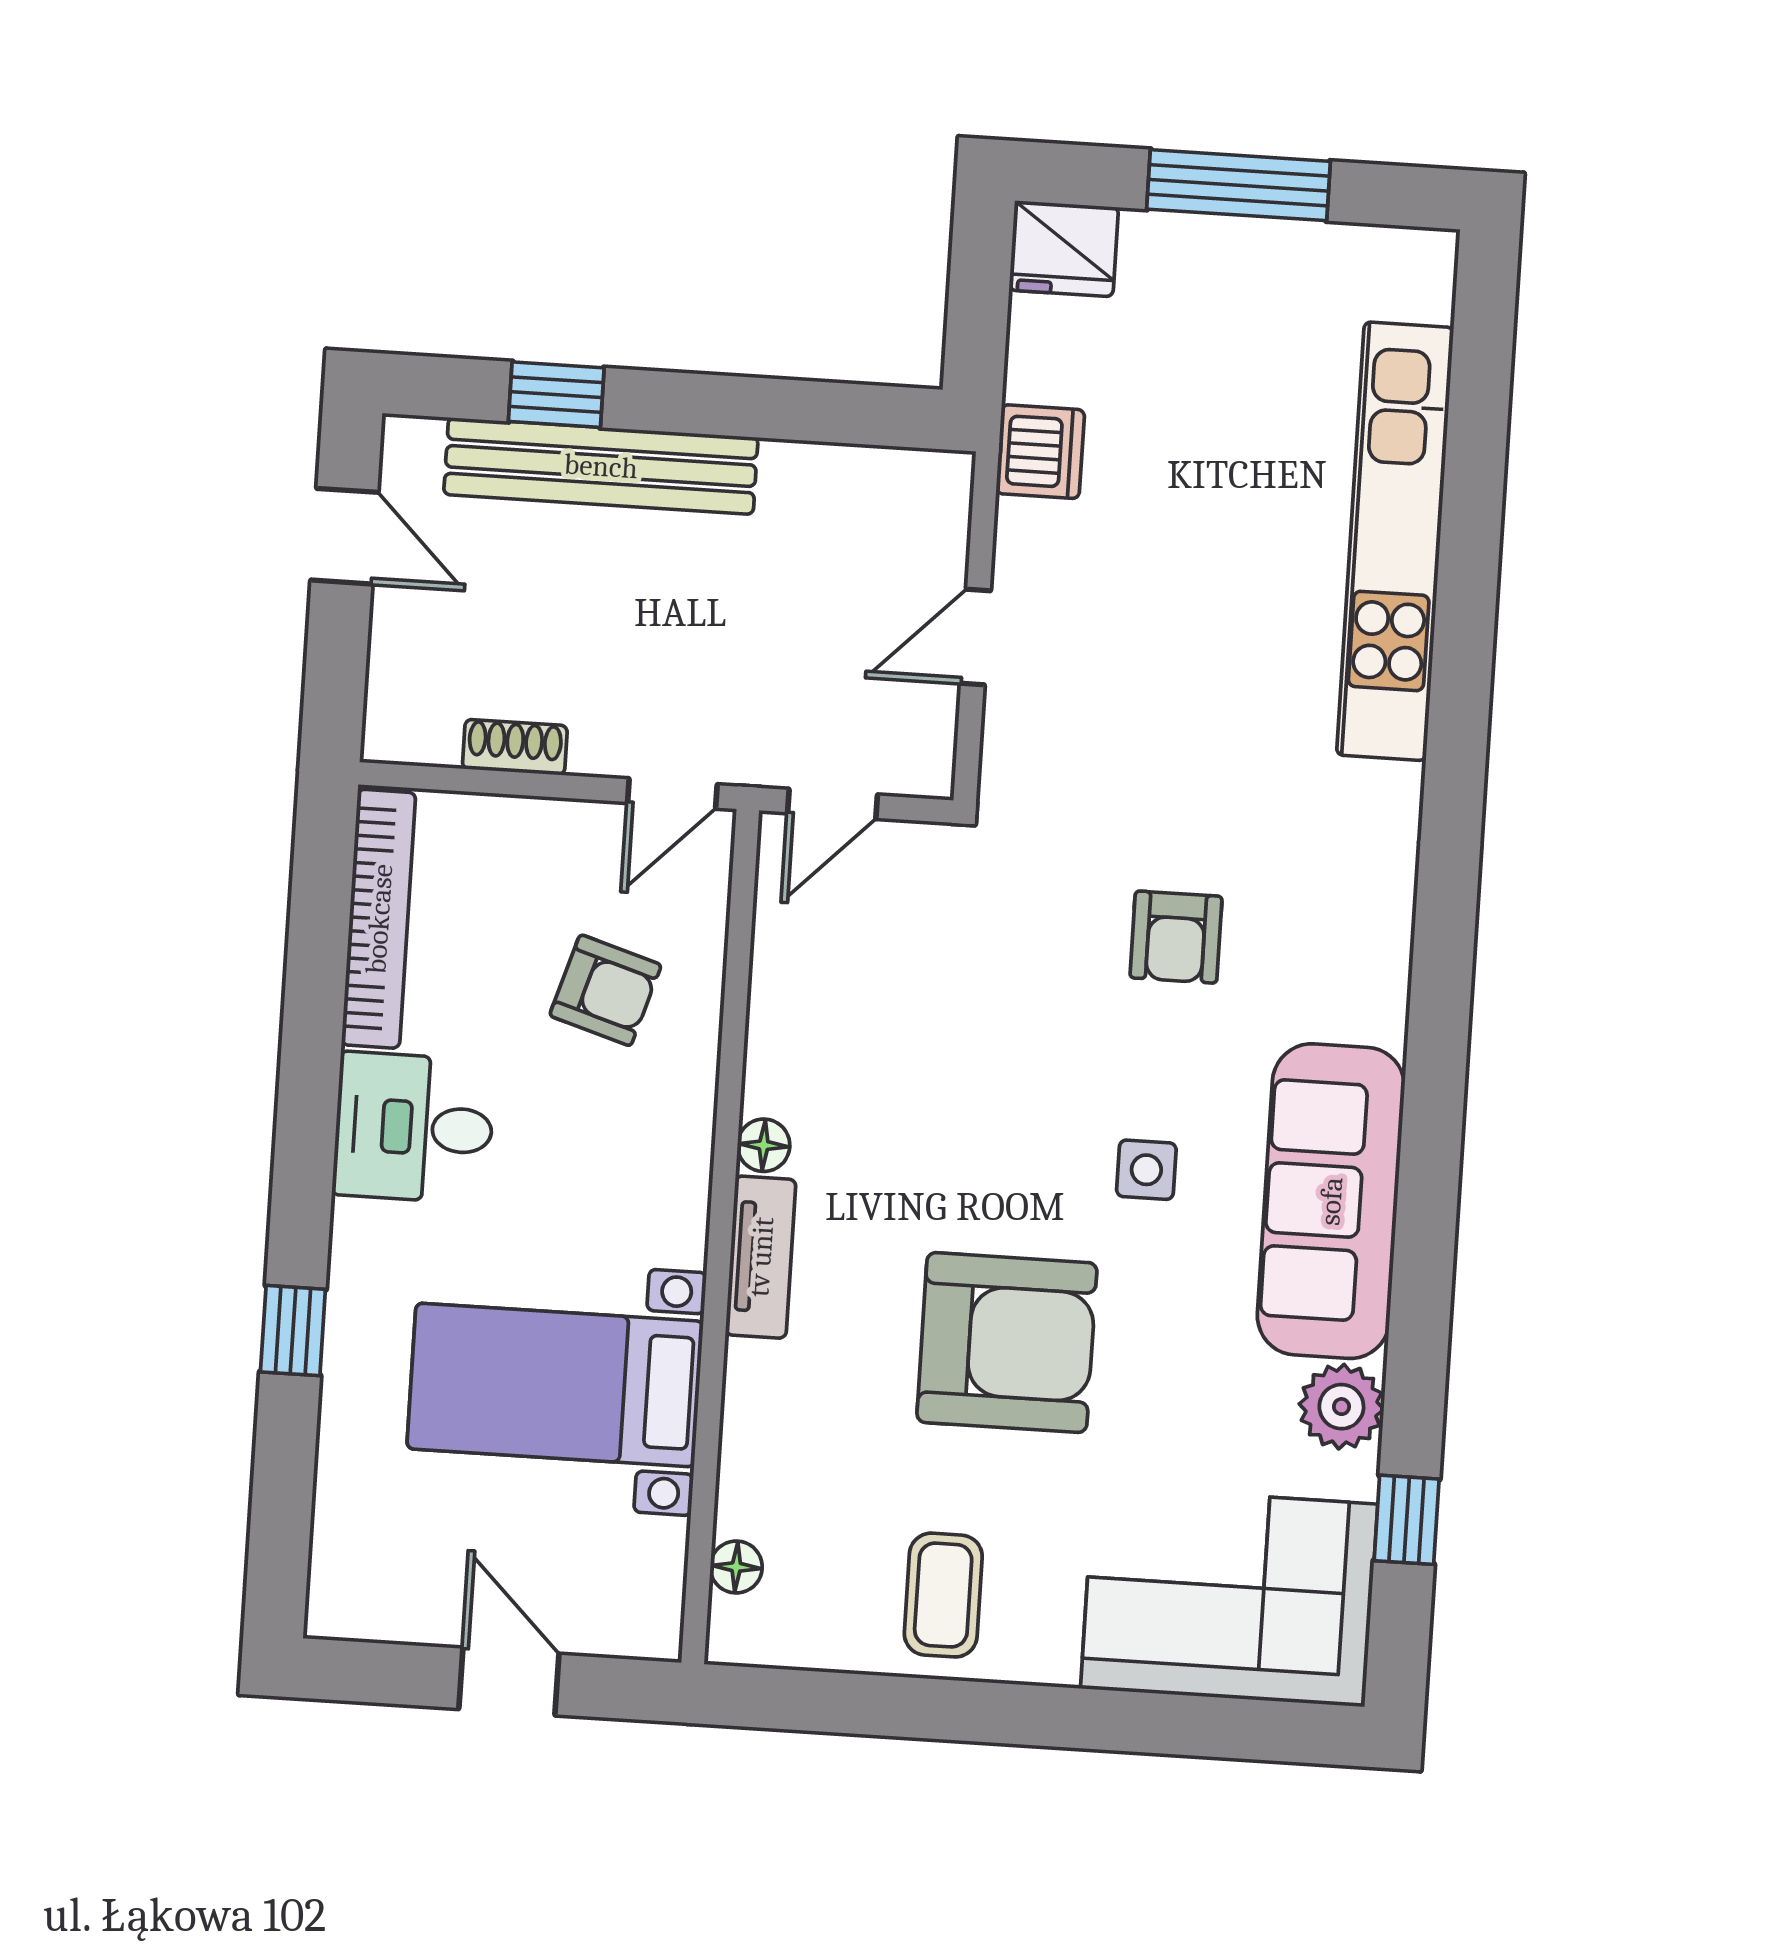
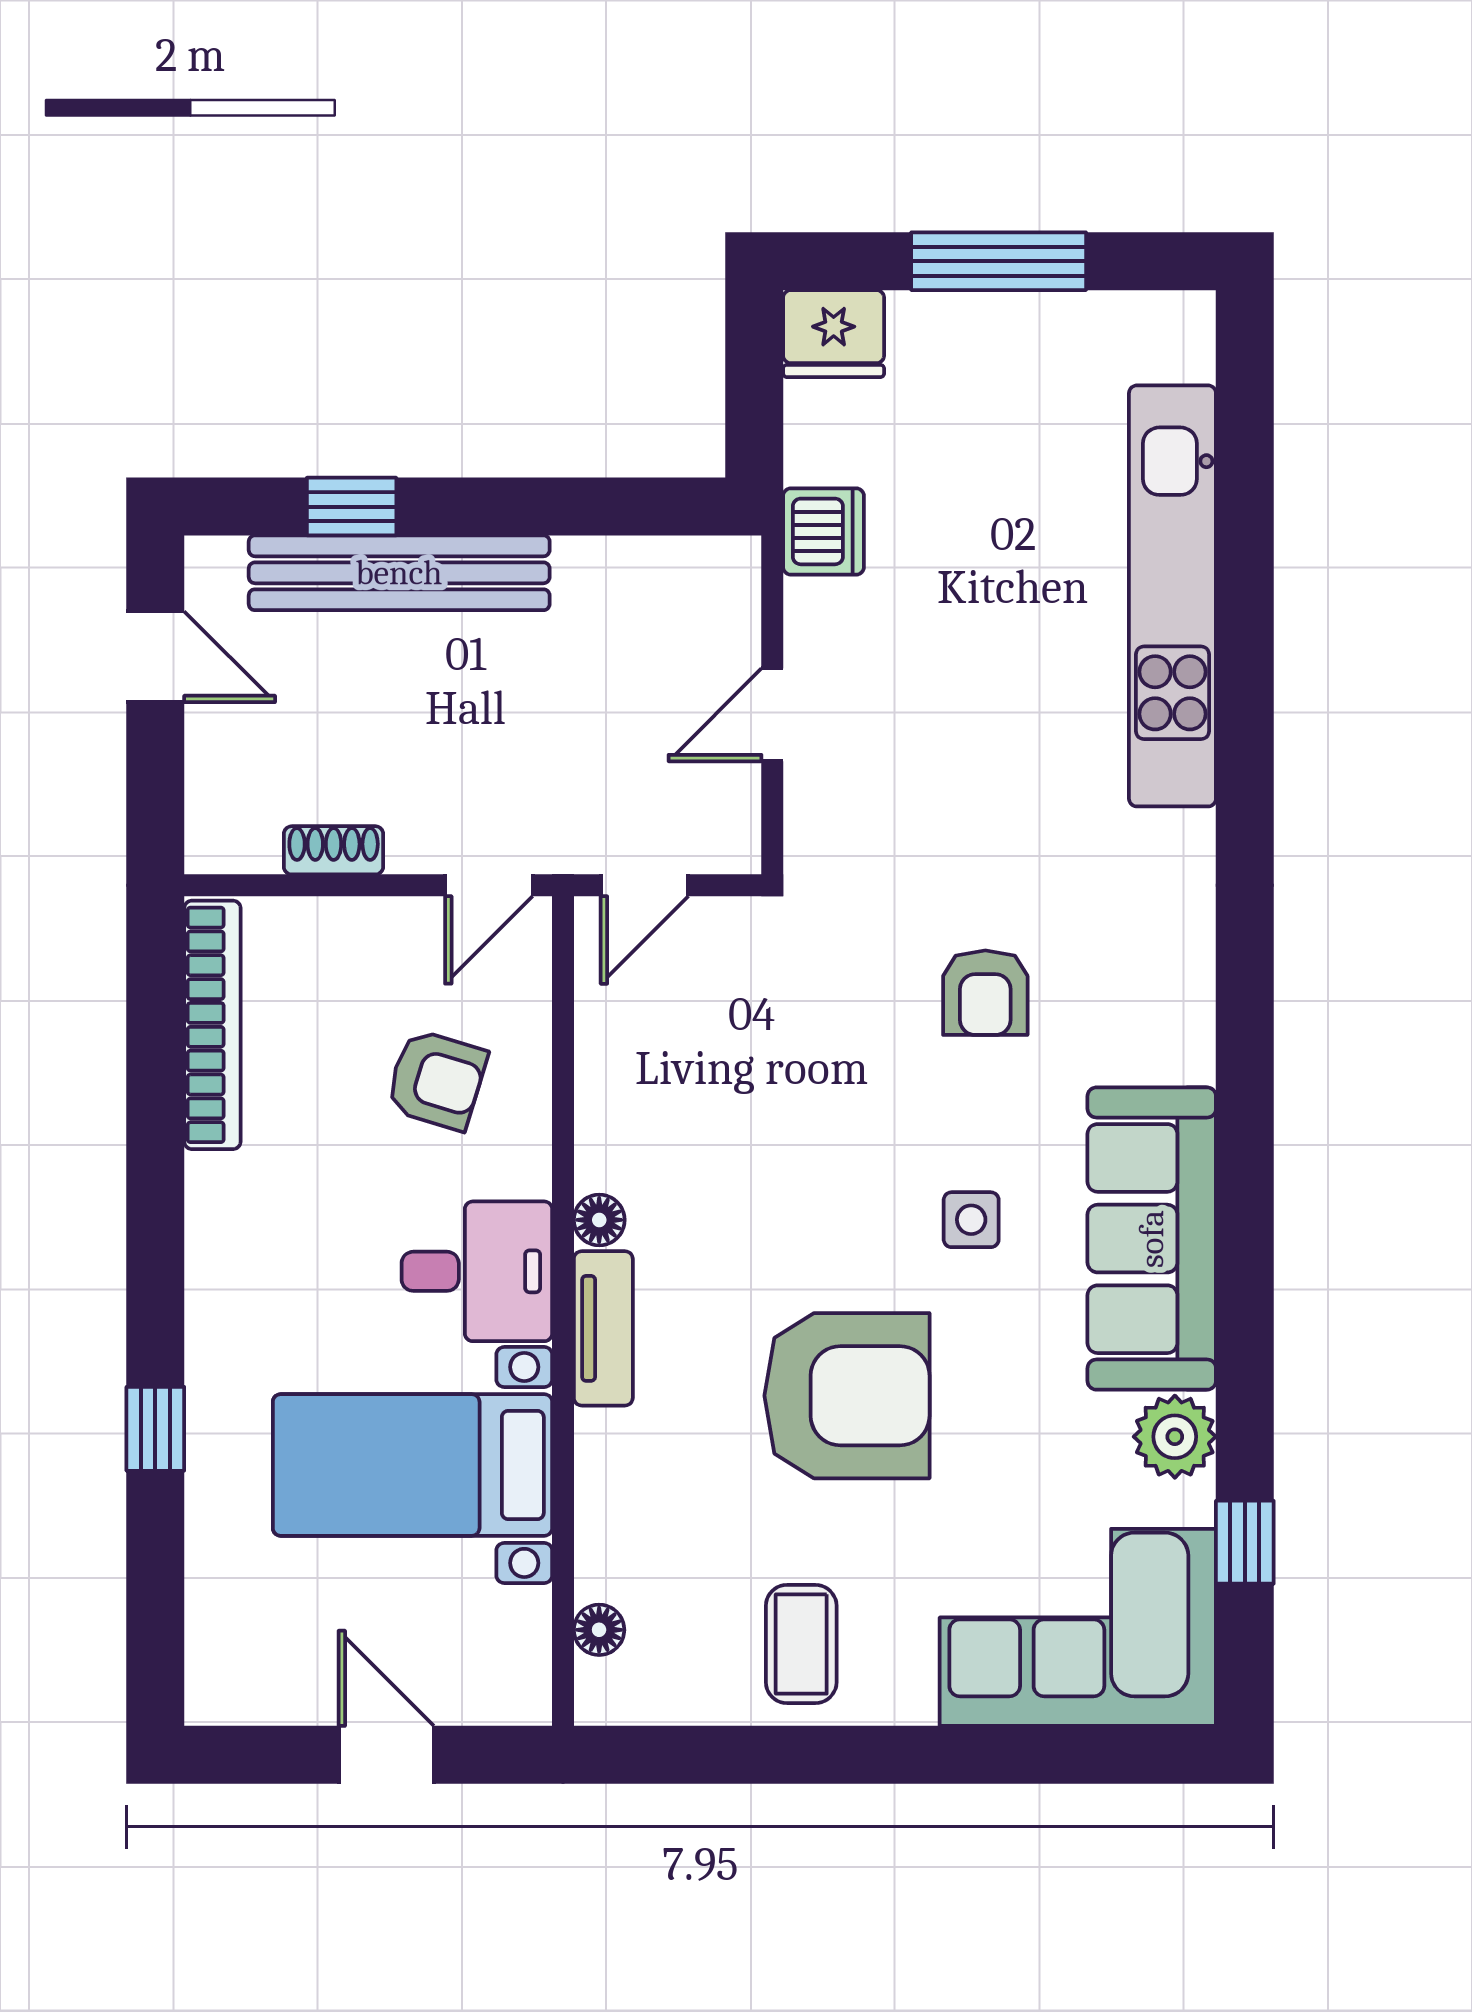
desk: (414, 1128) -> (477, 1271), moved, turned 180

